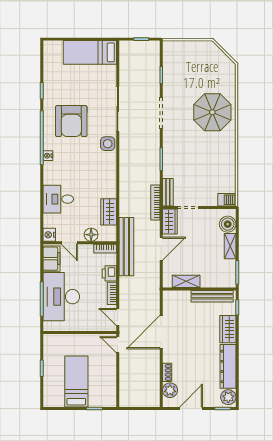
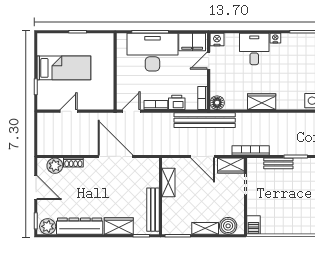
nightstand: (48, 156) -> (275, 38), moved
bench: (168, 192) -> (278, 163), moved
wardrobe: (109, 212) -> (262, 102), moved
floor lamp: (91, 235) -> (217, 103), moved
door: (118, 345) -> (69, 111), moved

